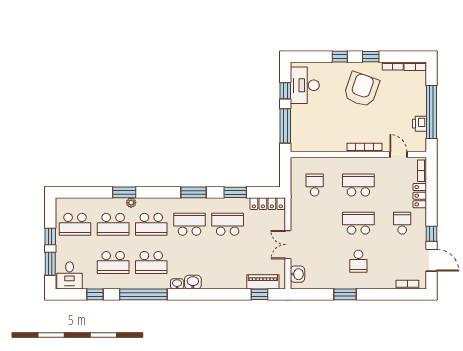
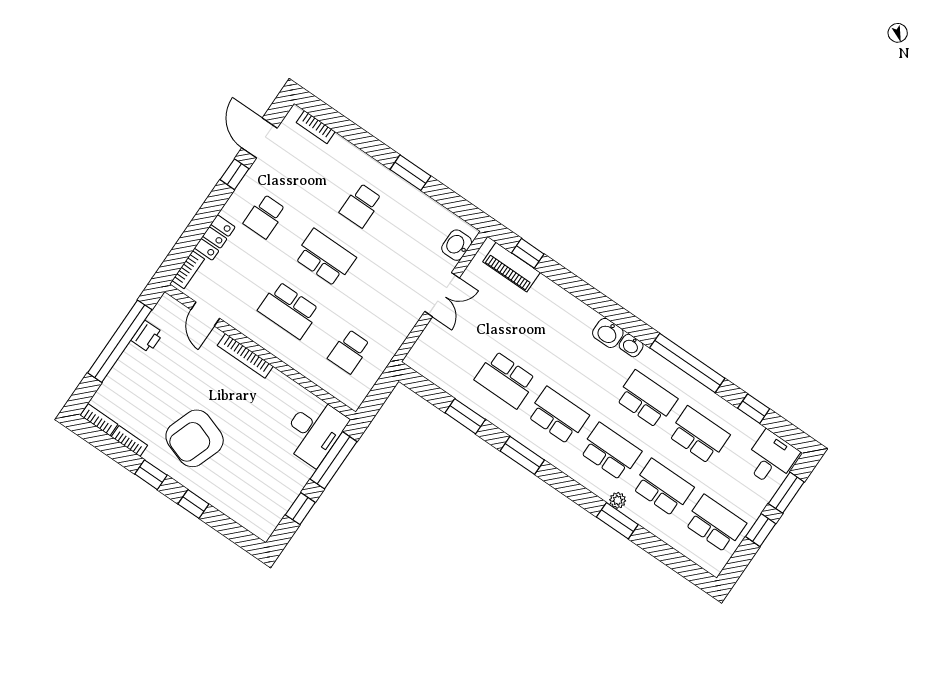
desk: (305, 85) -> (314, 431), moved
locker: (267, 204) -> (432, 370), removed
school desk: (358, 223) -> (325, 258), turned 180
school desk: (189, 224) -> (558, 416), turned 180
school desk: (358, 261) -> (361, 205), turned 180

